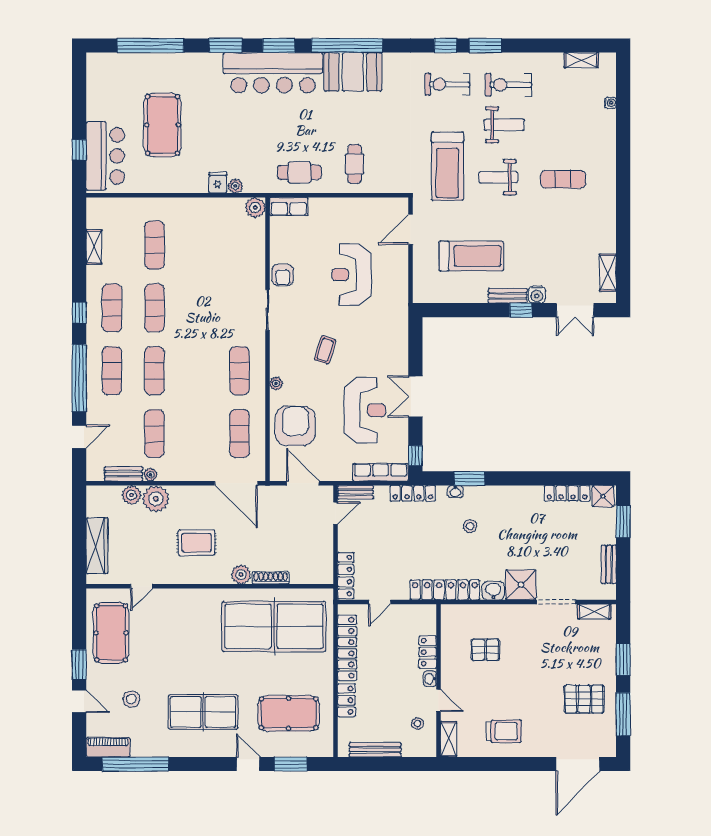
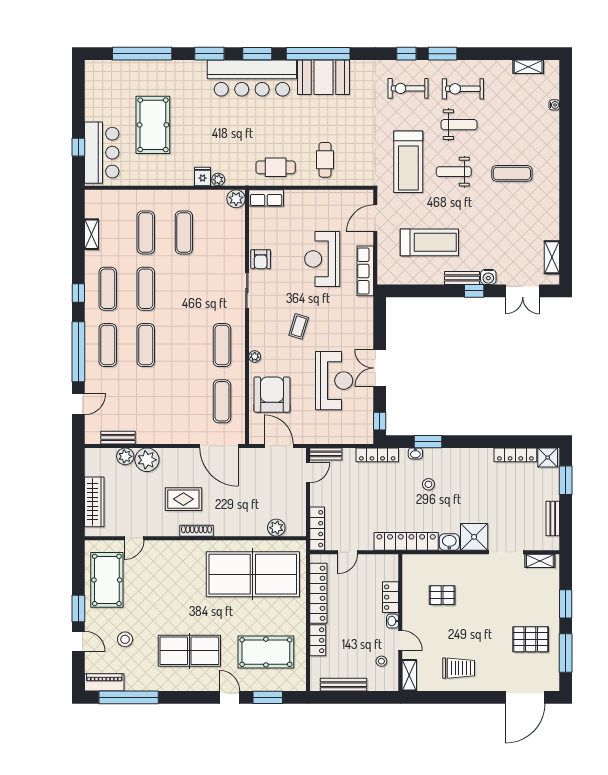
exercise mat: (155, 434) -> (184, 232), moved
row of seats: (381, 472) -> (365, 271), moved, turned -90
plant: (150, 475) -> (142, 438), removed
plant: (241, 575) -> (276, 528), moved
shoe rack: (271, 578) -> (197, 531), moved

